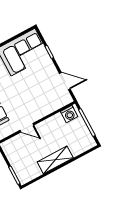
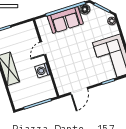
washing machine: (69, 114) -> (42, 70), moved

